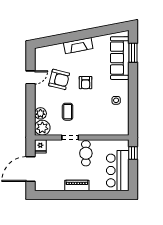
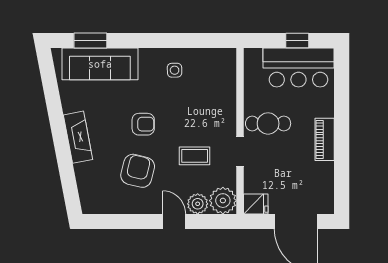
door: (30, 77) -> (174, 221), moved
window: (133, 153) -> (297, 40), moved

